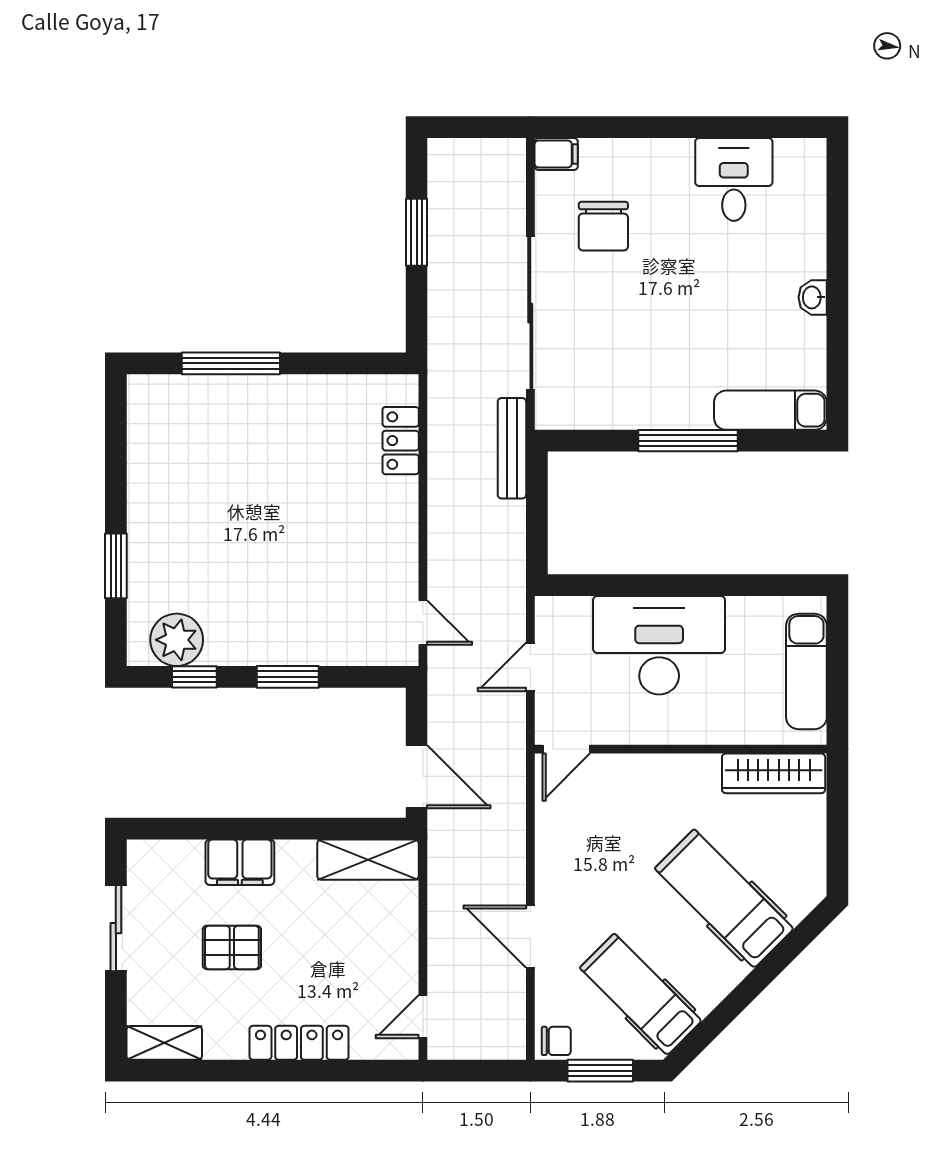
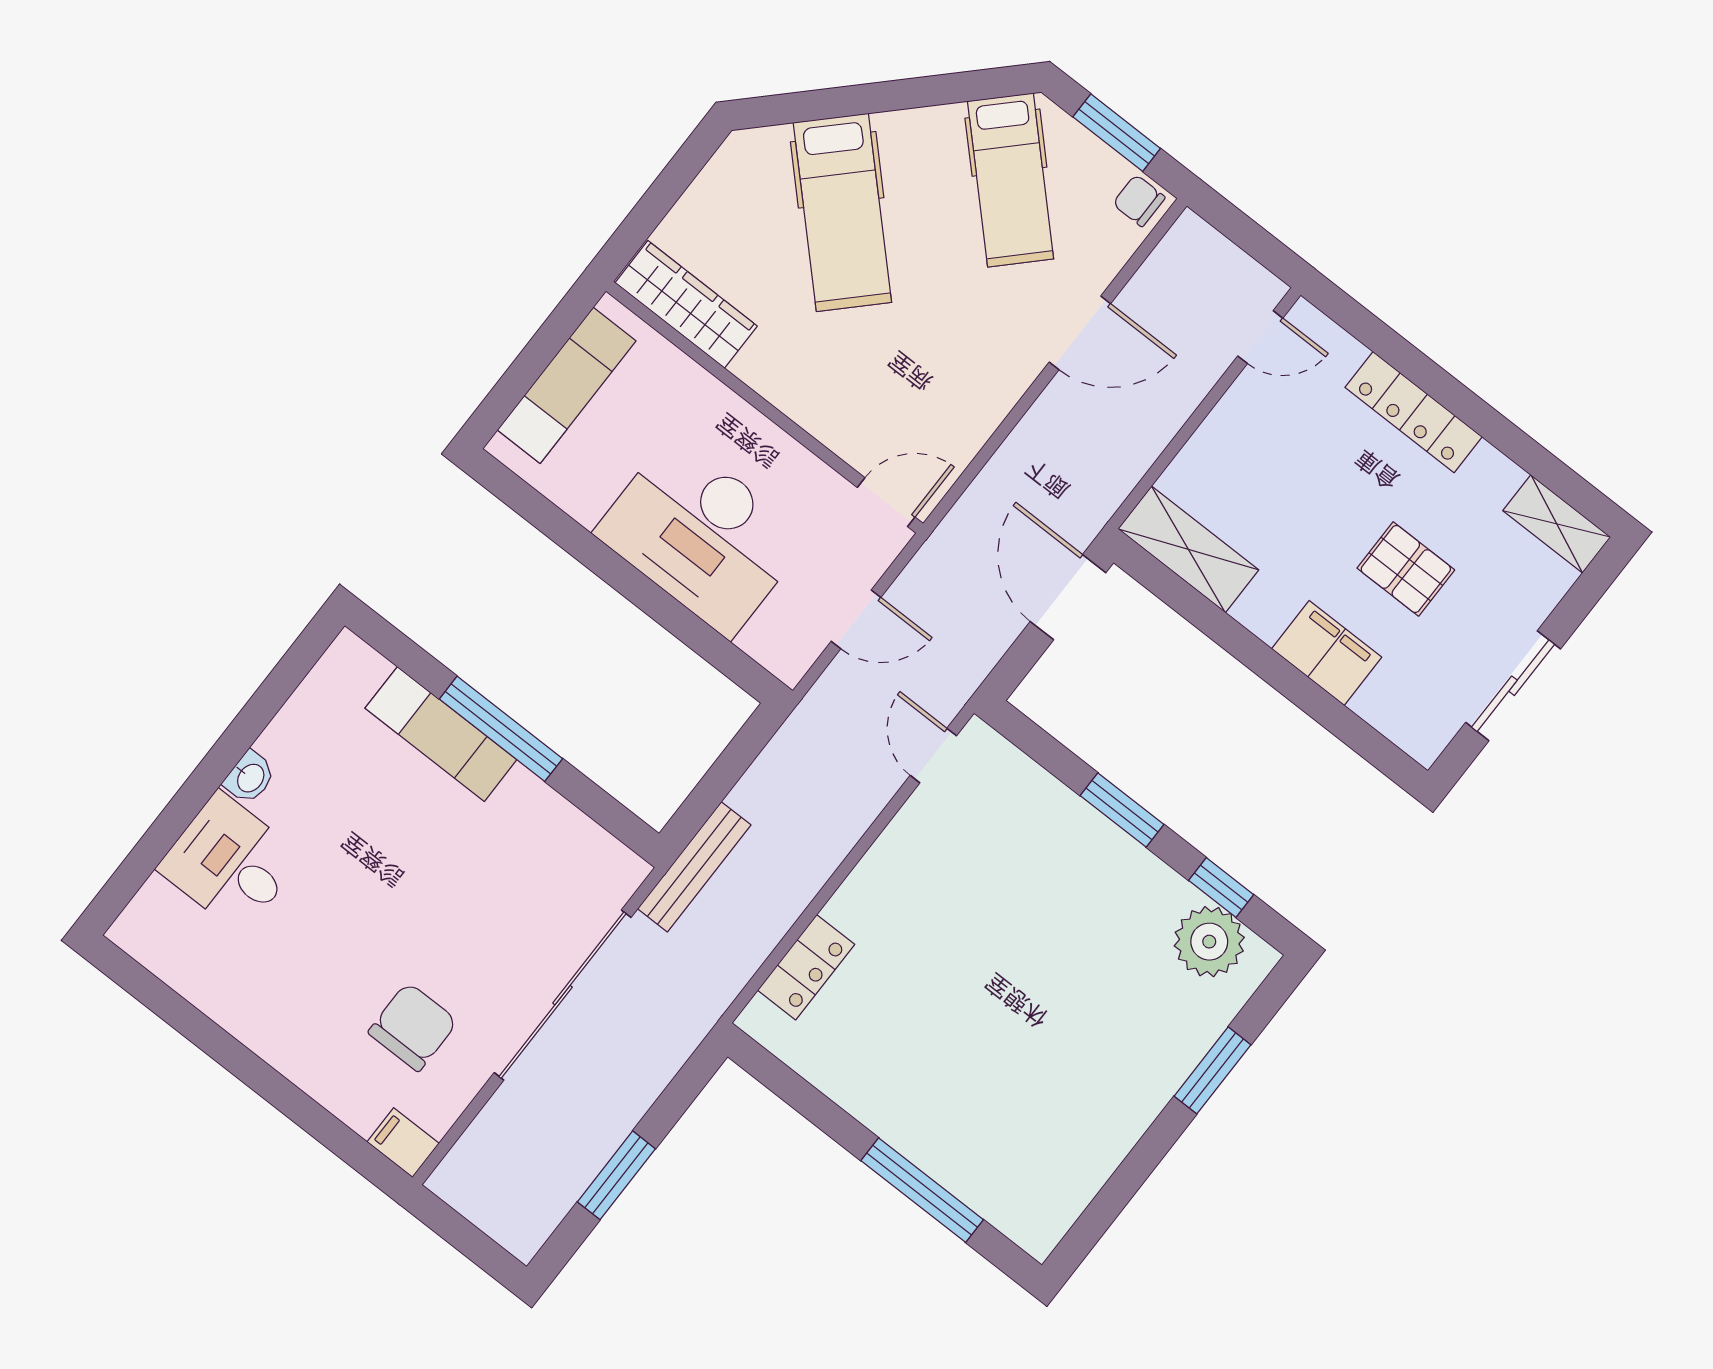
desk: (734, 179) -> (230, 863), moved, turned 90
exam couch: (770, 410) -> (441, 734), moved
door: (530, 937) -> (1080, 333), hinge flipped

